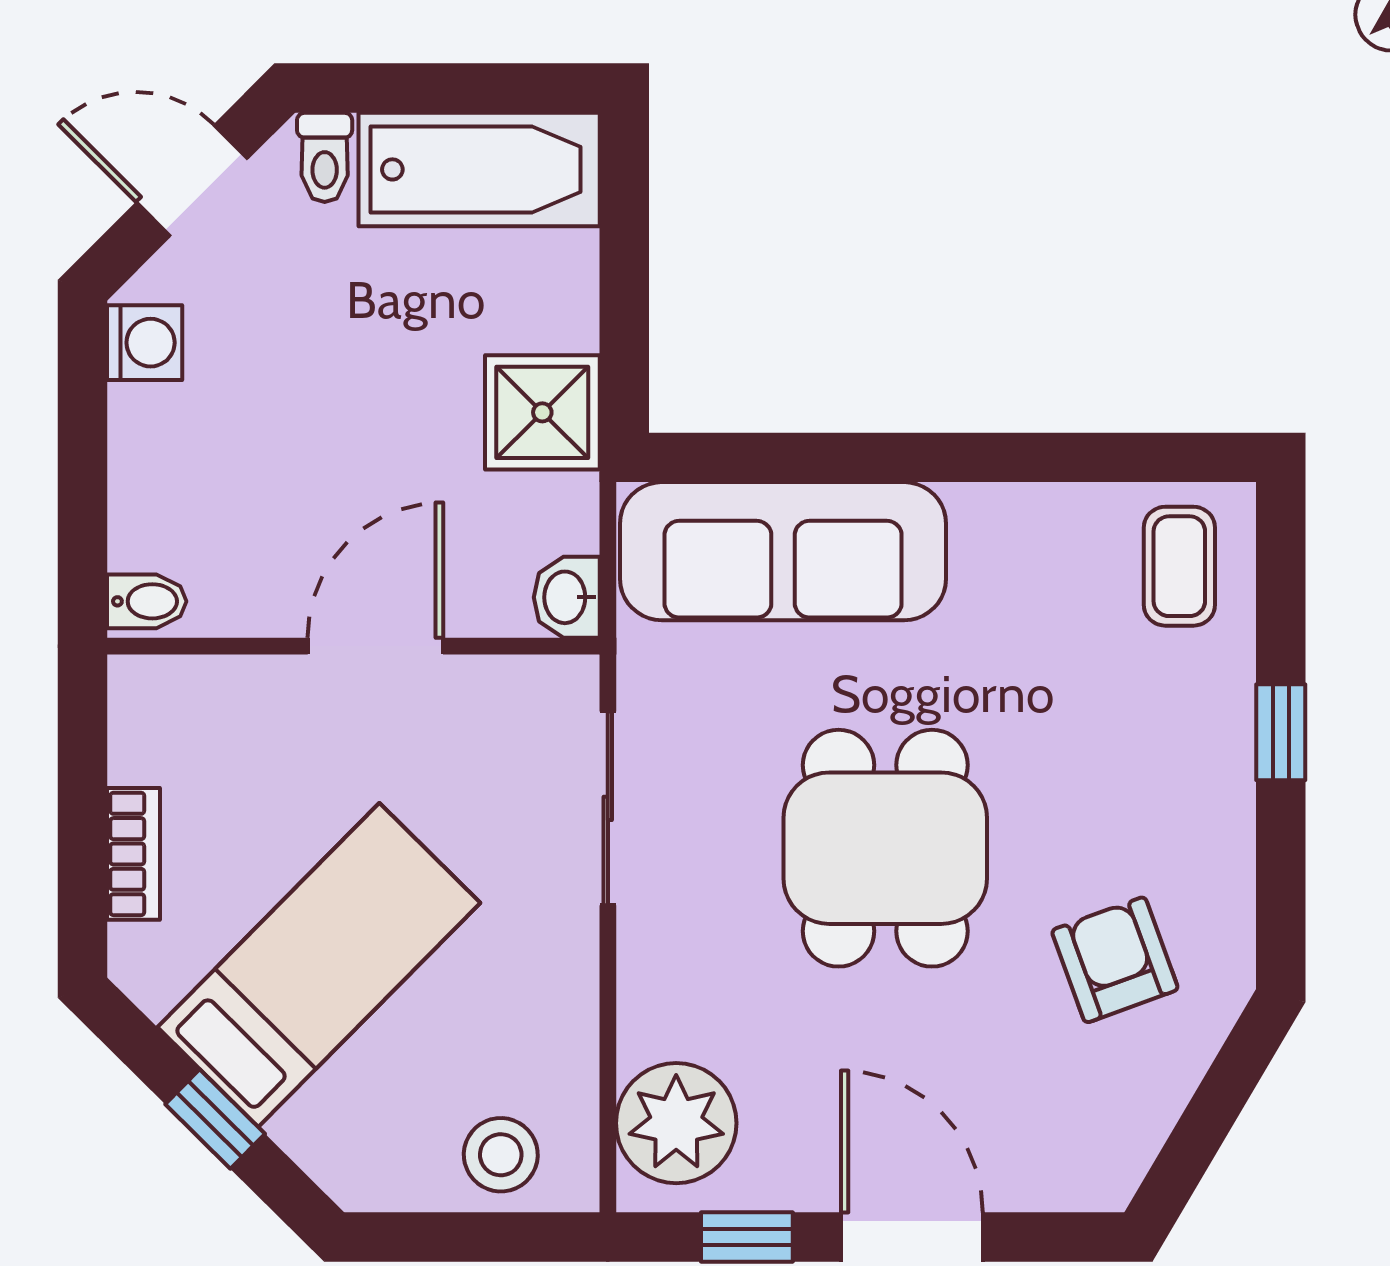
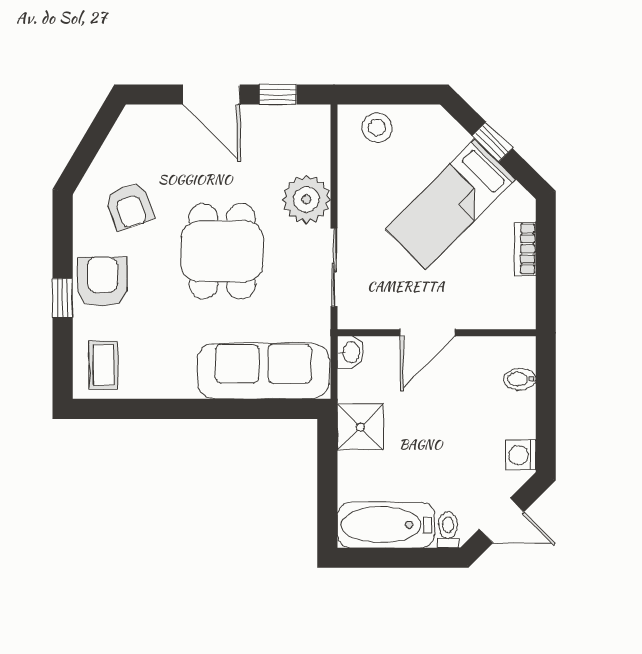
bidet: (147, 601) -> (520, 379), moved
armchair: (1182, 773) -> (102, 282), added
plant: (676, 1123) -> (306, 199), moved

